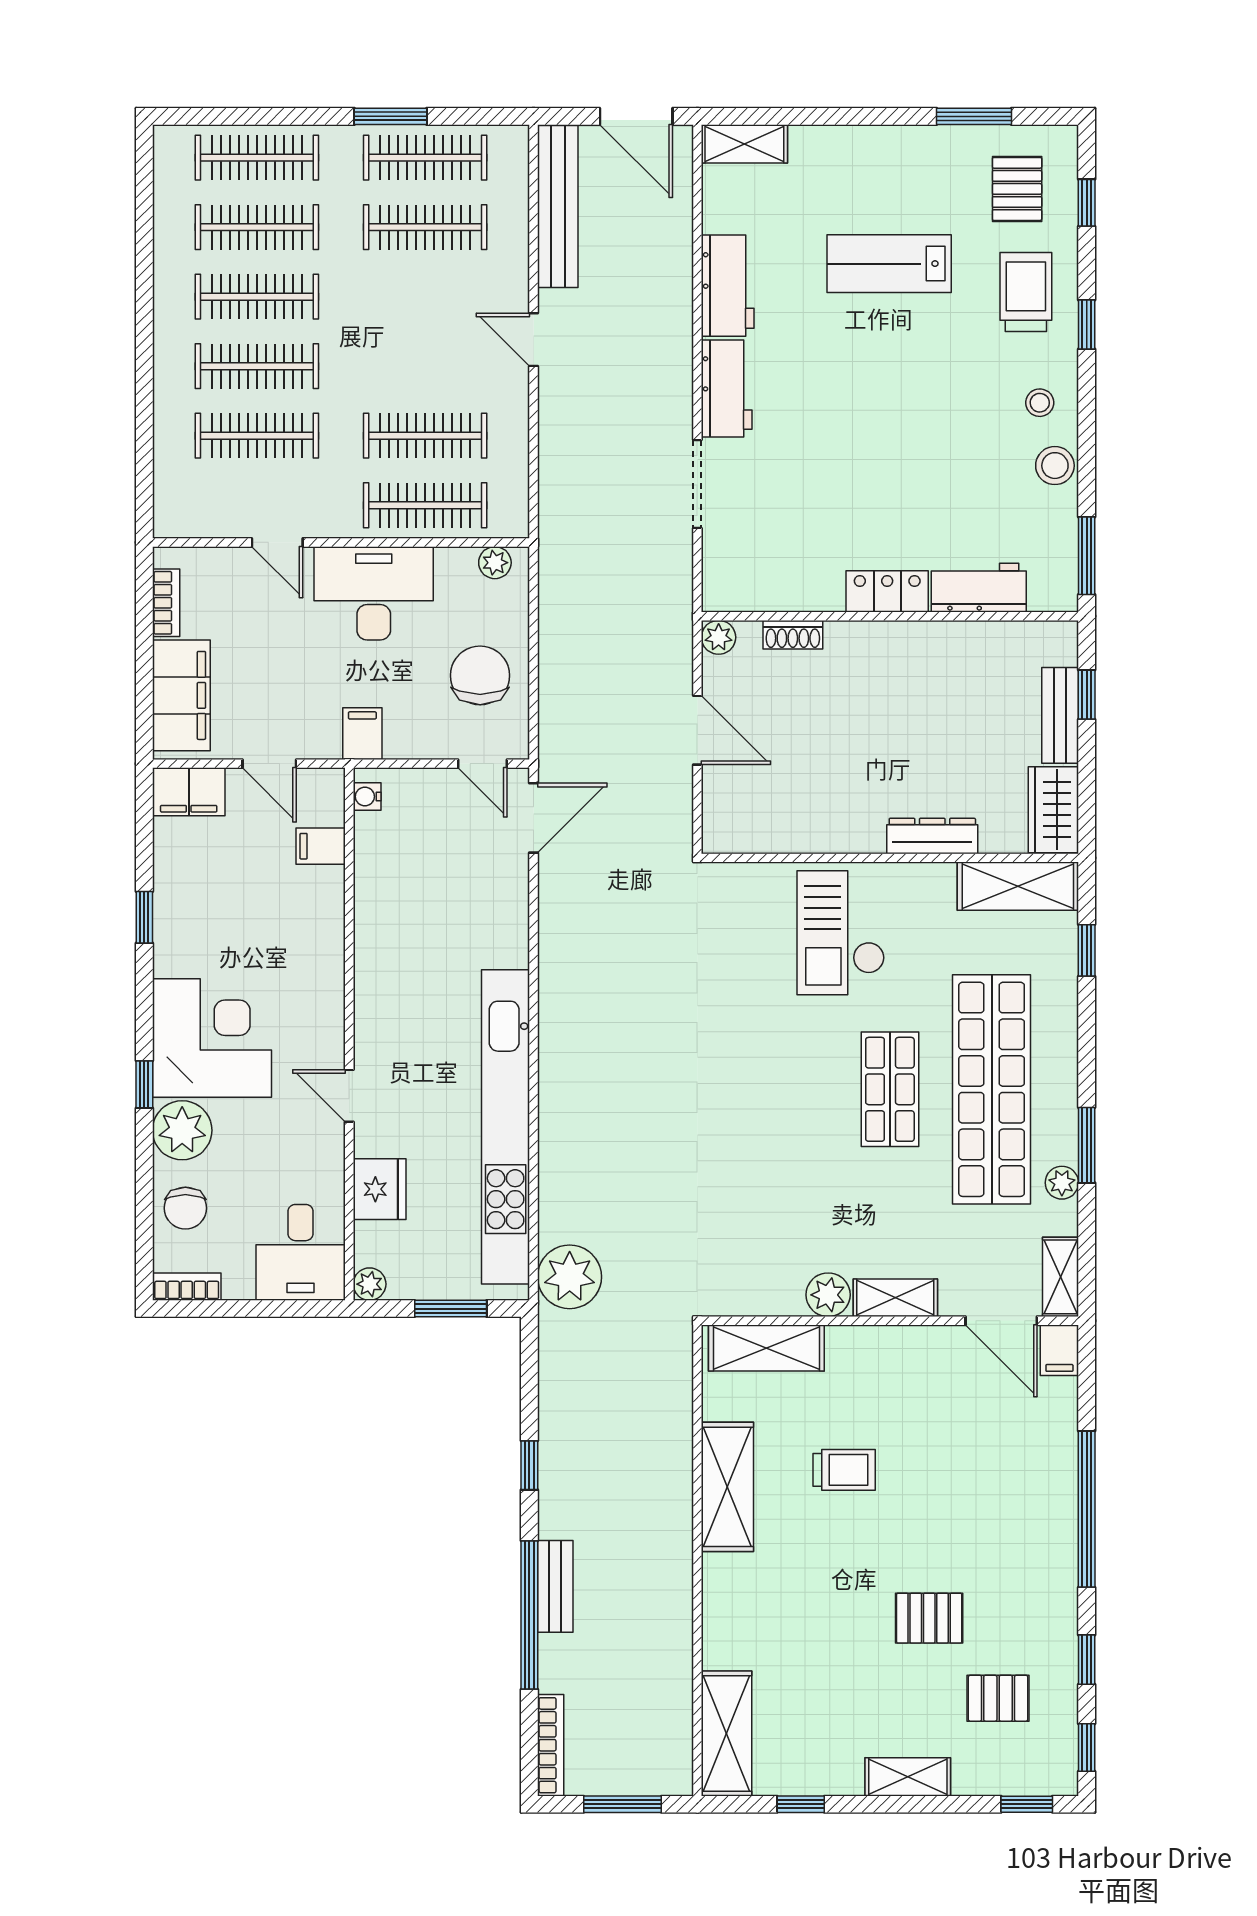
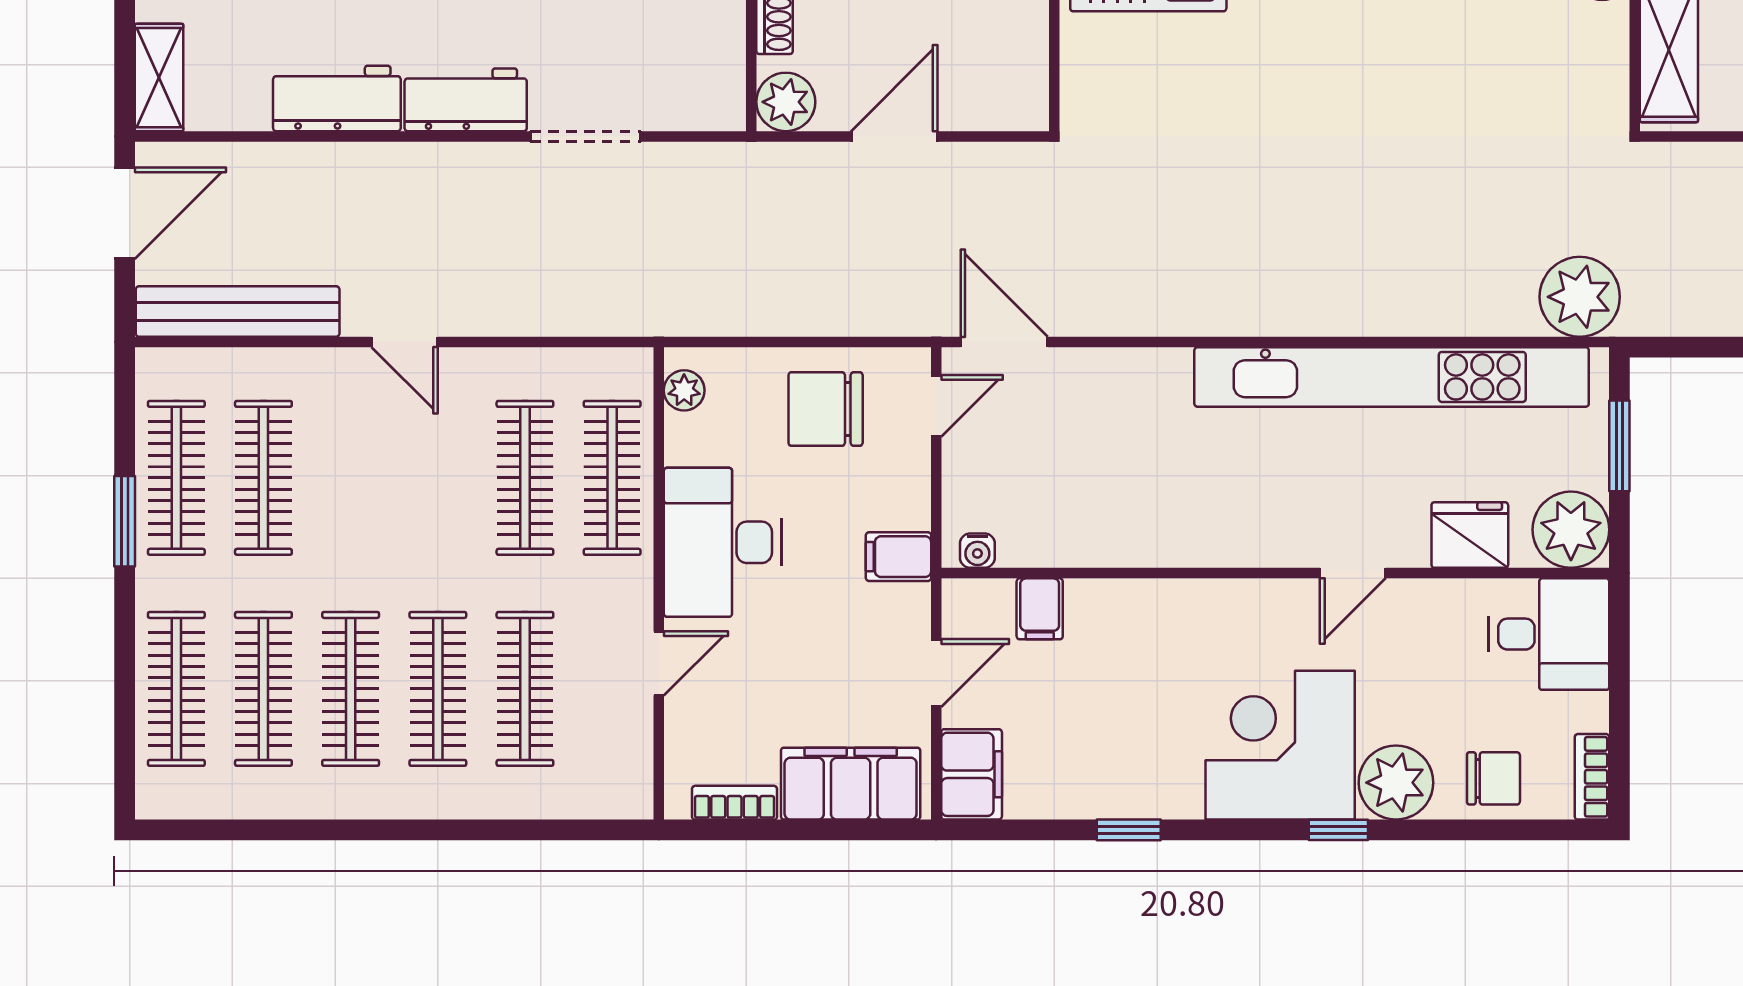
door: (534, 340) -> (405, 342), hinge flipped
plant: (719, 637) -> (786, 102), width x1.38, depth x1.38
plant: (370, 1284) -> (1571, 530), width x1.88, depth x1.88

